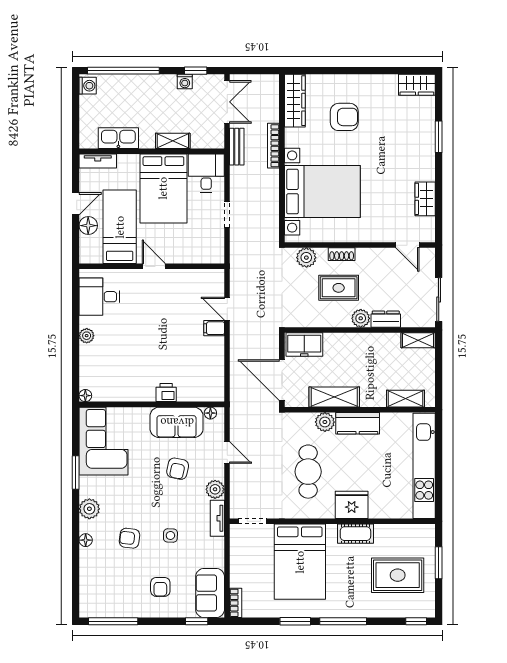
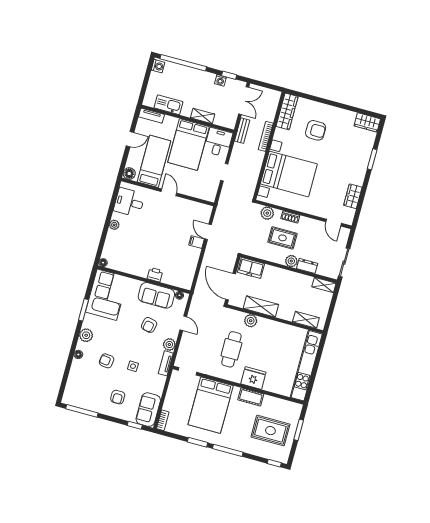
floor lamp: (88, 226) -> (129, 174), moved
kitchen counter: (358, 423) -> (271, 327), removed

